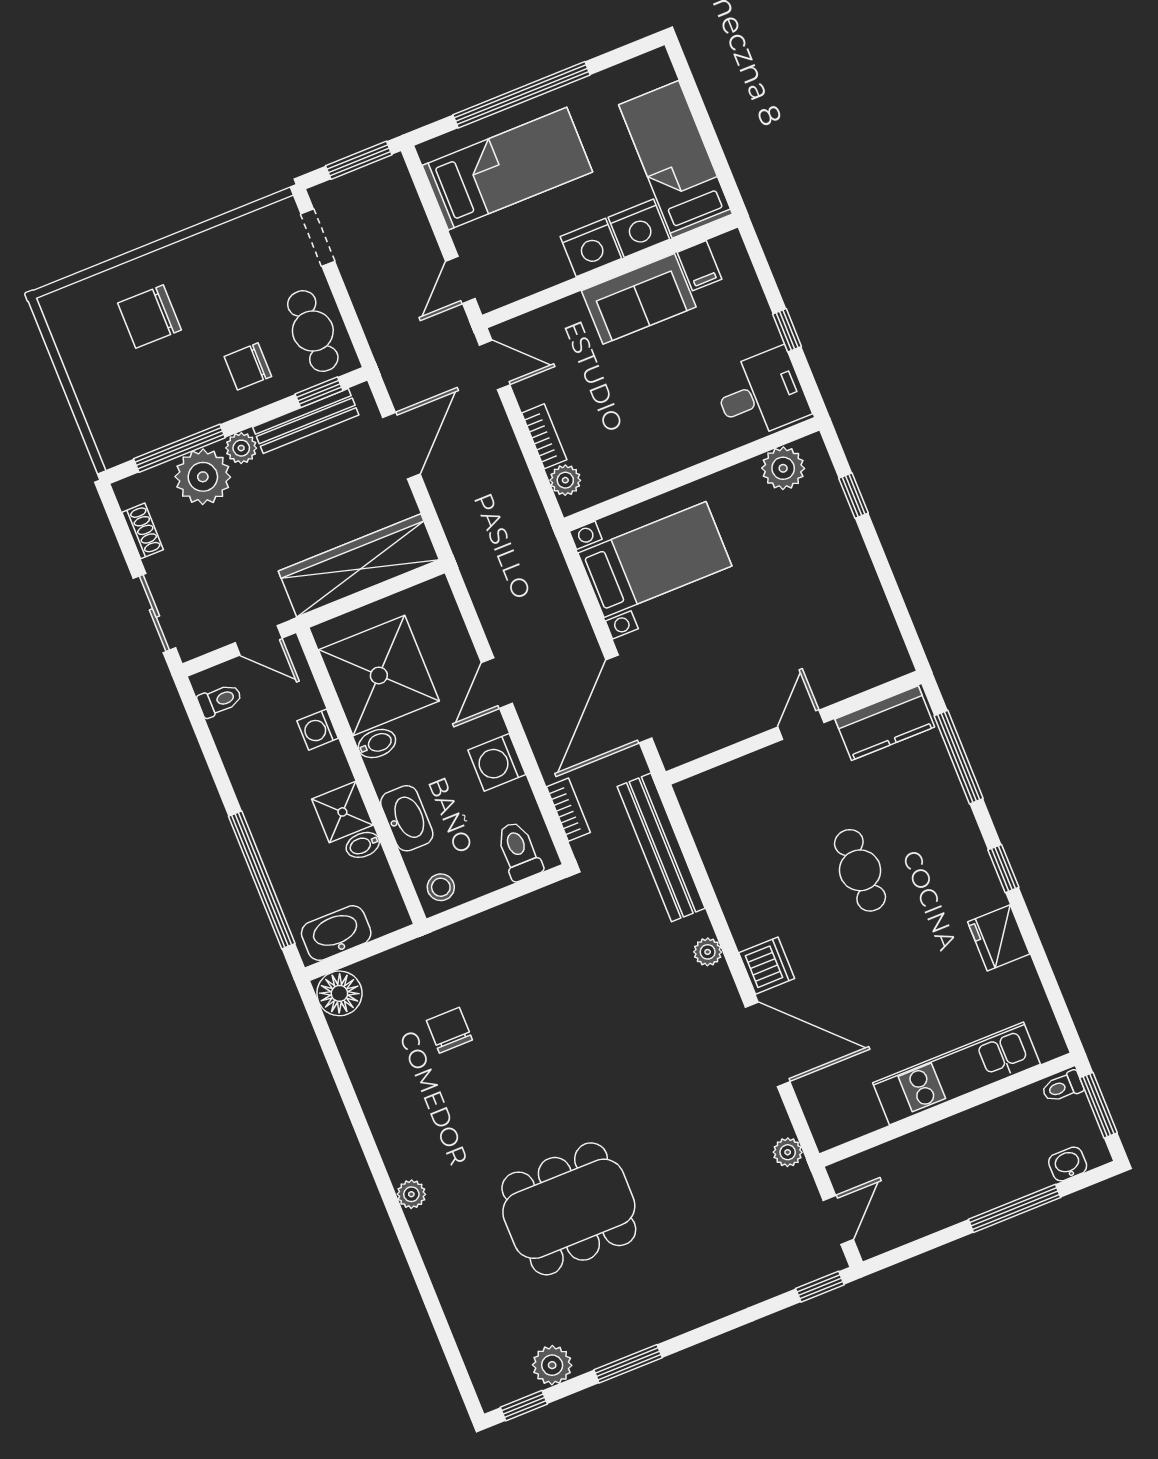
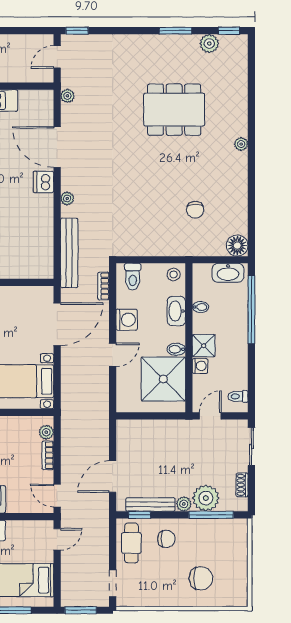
wardrobe: (359, 565) -> (153, 431), removed
door: (259, 640) -> (210, 416), hinge flipped
shower: (342, 812) -> (204, 346), moved

